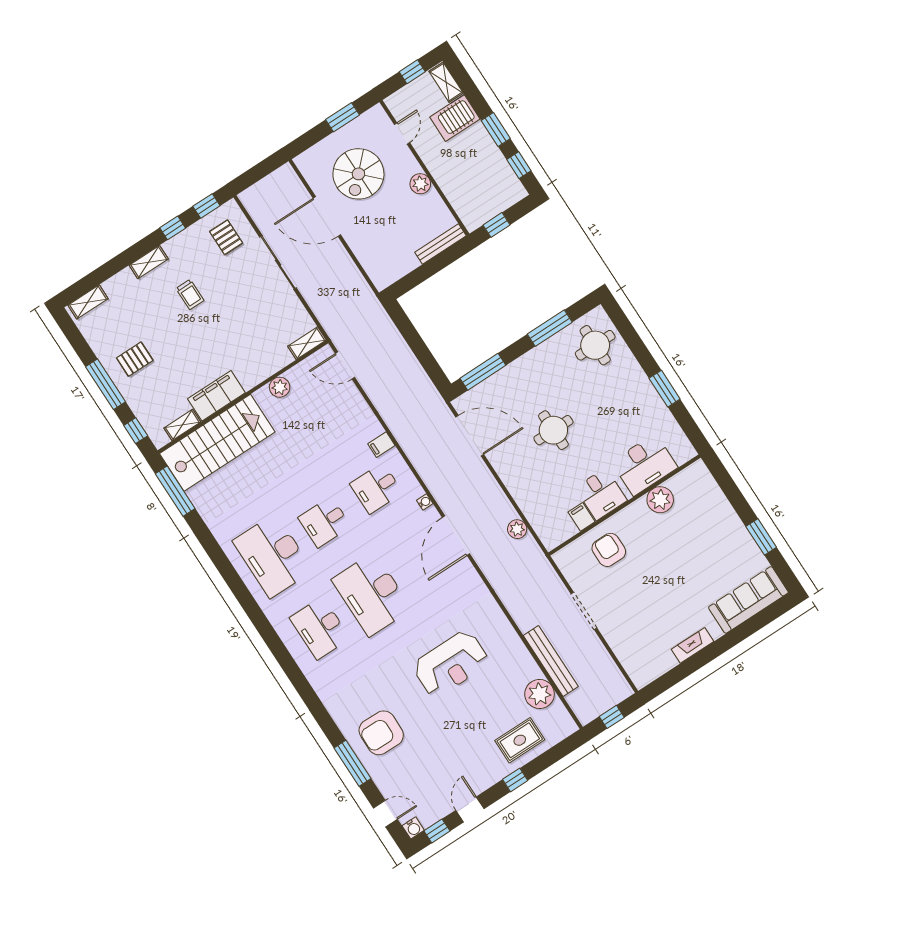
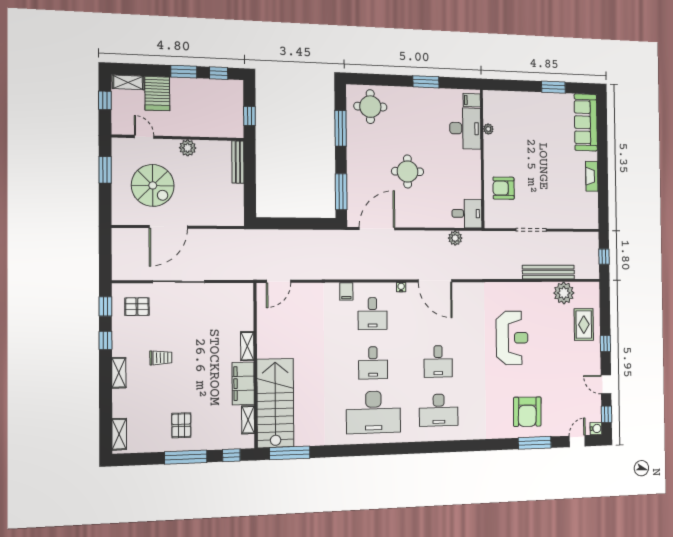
shelving: (307, 343) -> (247, 346), moved
plant: (280, 387) -> (265, 336), removed
desk: (601, 494) -> (467, 214), moved
plant: (660, 500) -> (488, 129), width x0.53, depth x0.53
filing cabinet: (582, 517) -> (472, 100), moved
desk: (372, 594) -> (438, 361), width x0.53, depth x0.77

